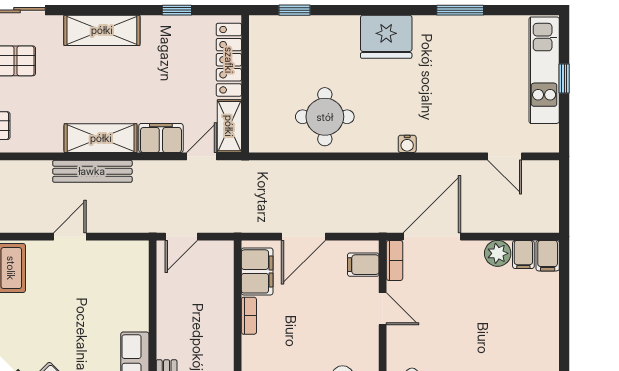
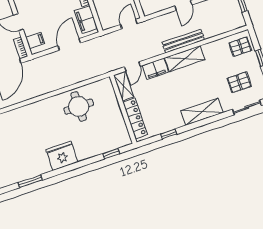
water cooler: (407, 144) -> (34, 107), removed

